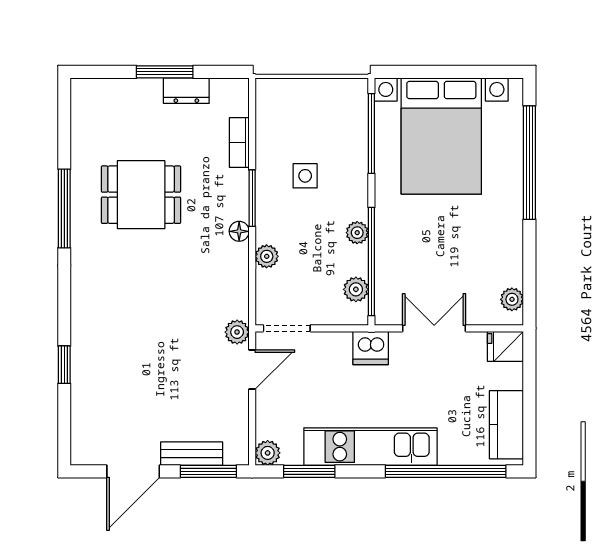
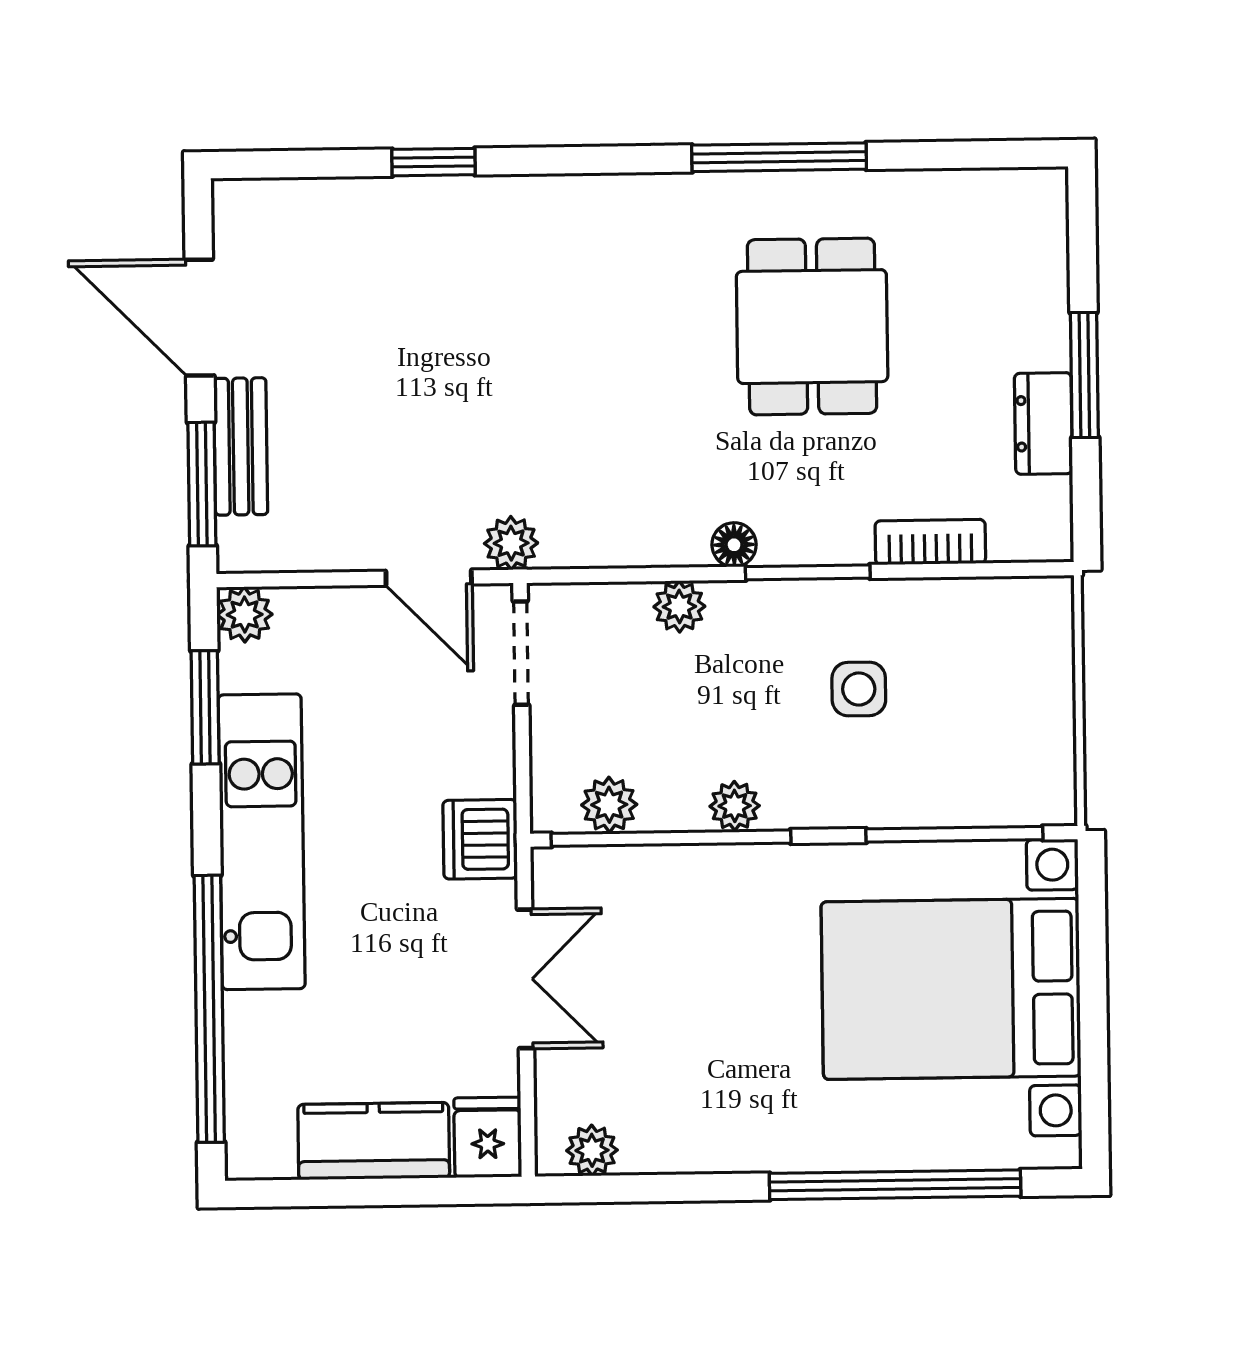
kitchen counter: (506, 425) -> (374, 1141), moved

